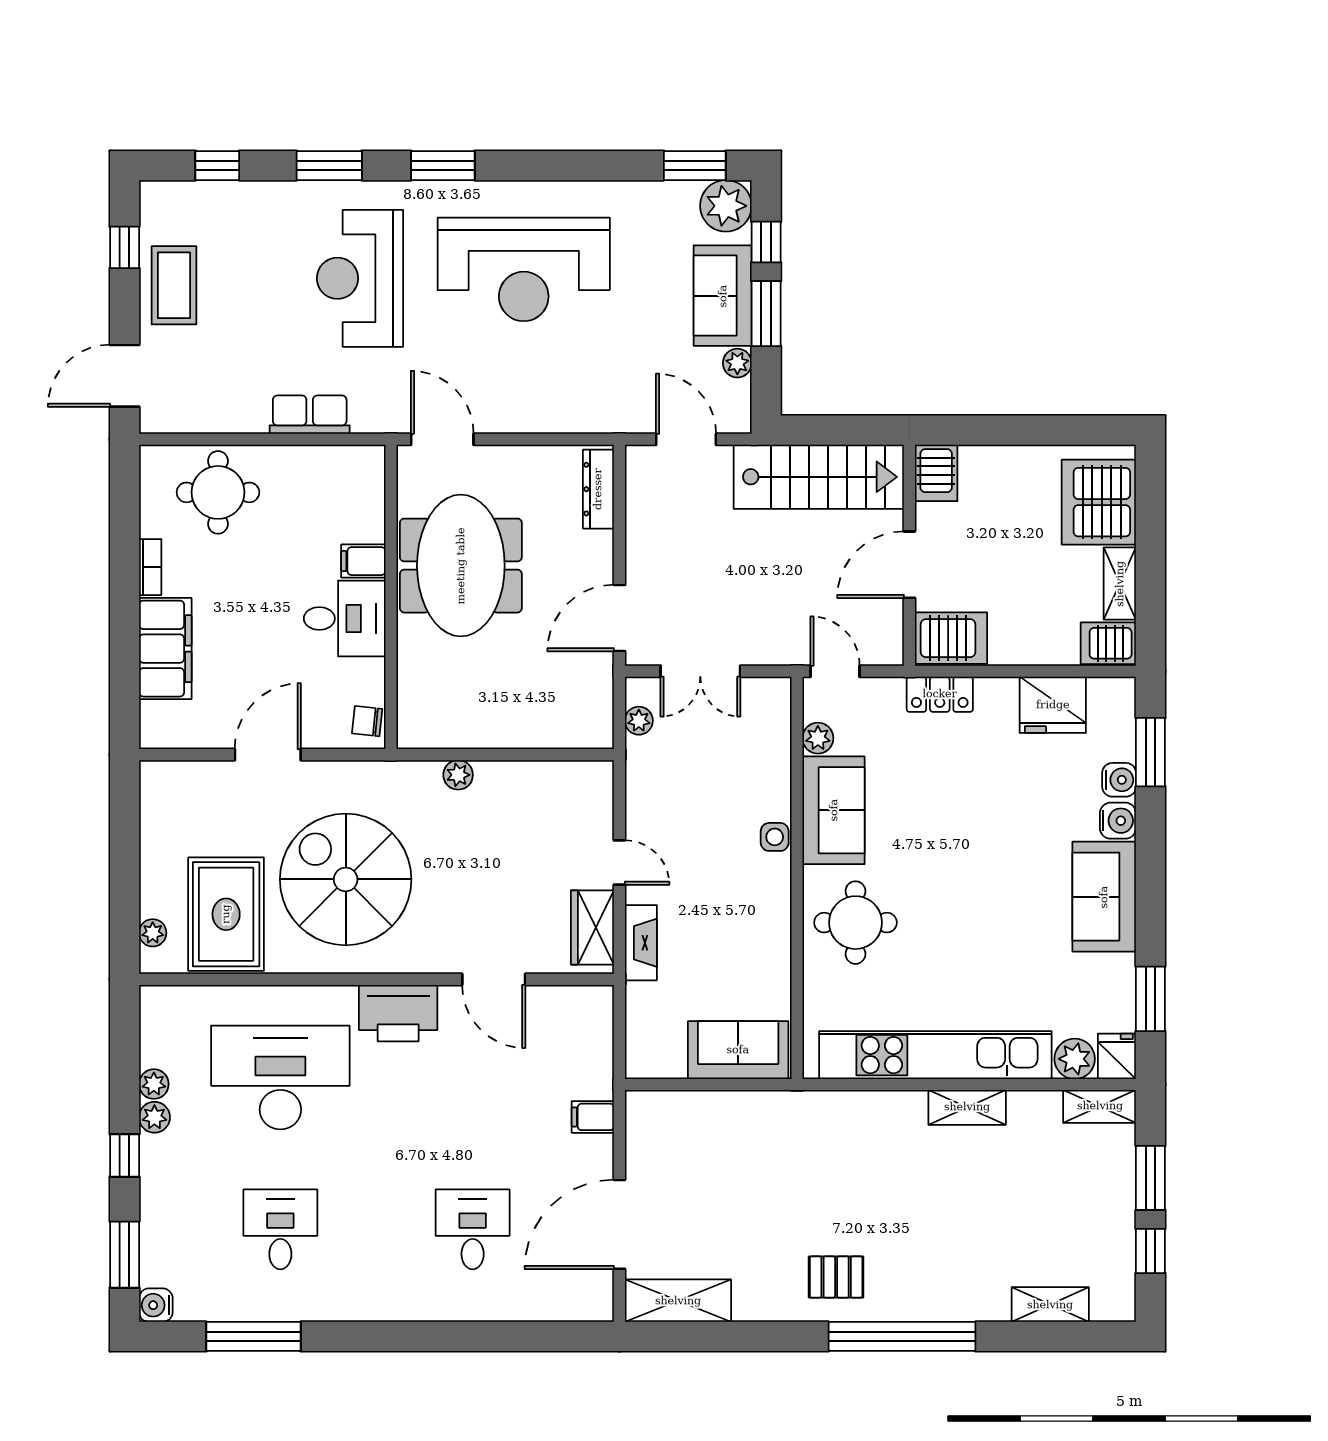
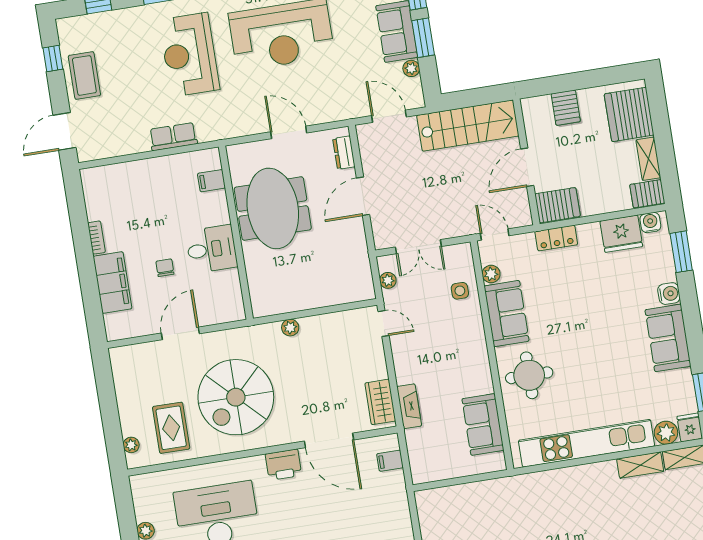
door: (442, 439) -> (289, 132), moved
server rack: (936, 473) -> (566, 108), moved
dresser: (598, 489) -> (344, 153), width x0.70
round table: (218, 492) -> (128, 189), removed
filing cabinet: (363, 561) -> (212, 181), moved
door: (619, 618) -> (363, 196), moved
chair: (367, 721) -> (165, 268), moved, turned 84
water cooler: (1119, 780) -> (650, 223), moved, turned -90
side table: (775, 837) -> (460, 291), moved
door: (619, 863) -> (383, 323), moved
spiral stairs: (346, 879) -> (236, 397), turned -90
rug: (226, 914) -> (171, 428), width x0.73, depth x0.70
door: (494, 979) -> (329, 440), width x1.36
printer: (398, 1013) -> (283, 465), width x0.73, depth x0.84
sofa: (738, 1050) -> (483, 424), moved, turned -90
shelving: (967, 1107) -> (640, 465), moved
filing cabinet: (593, 1117) -> (390, 461), moved

